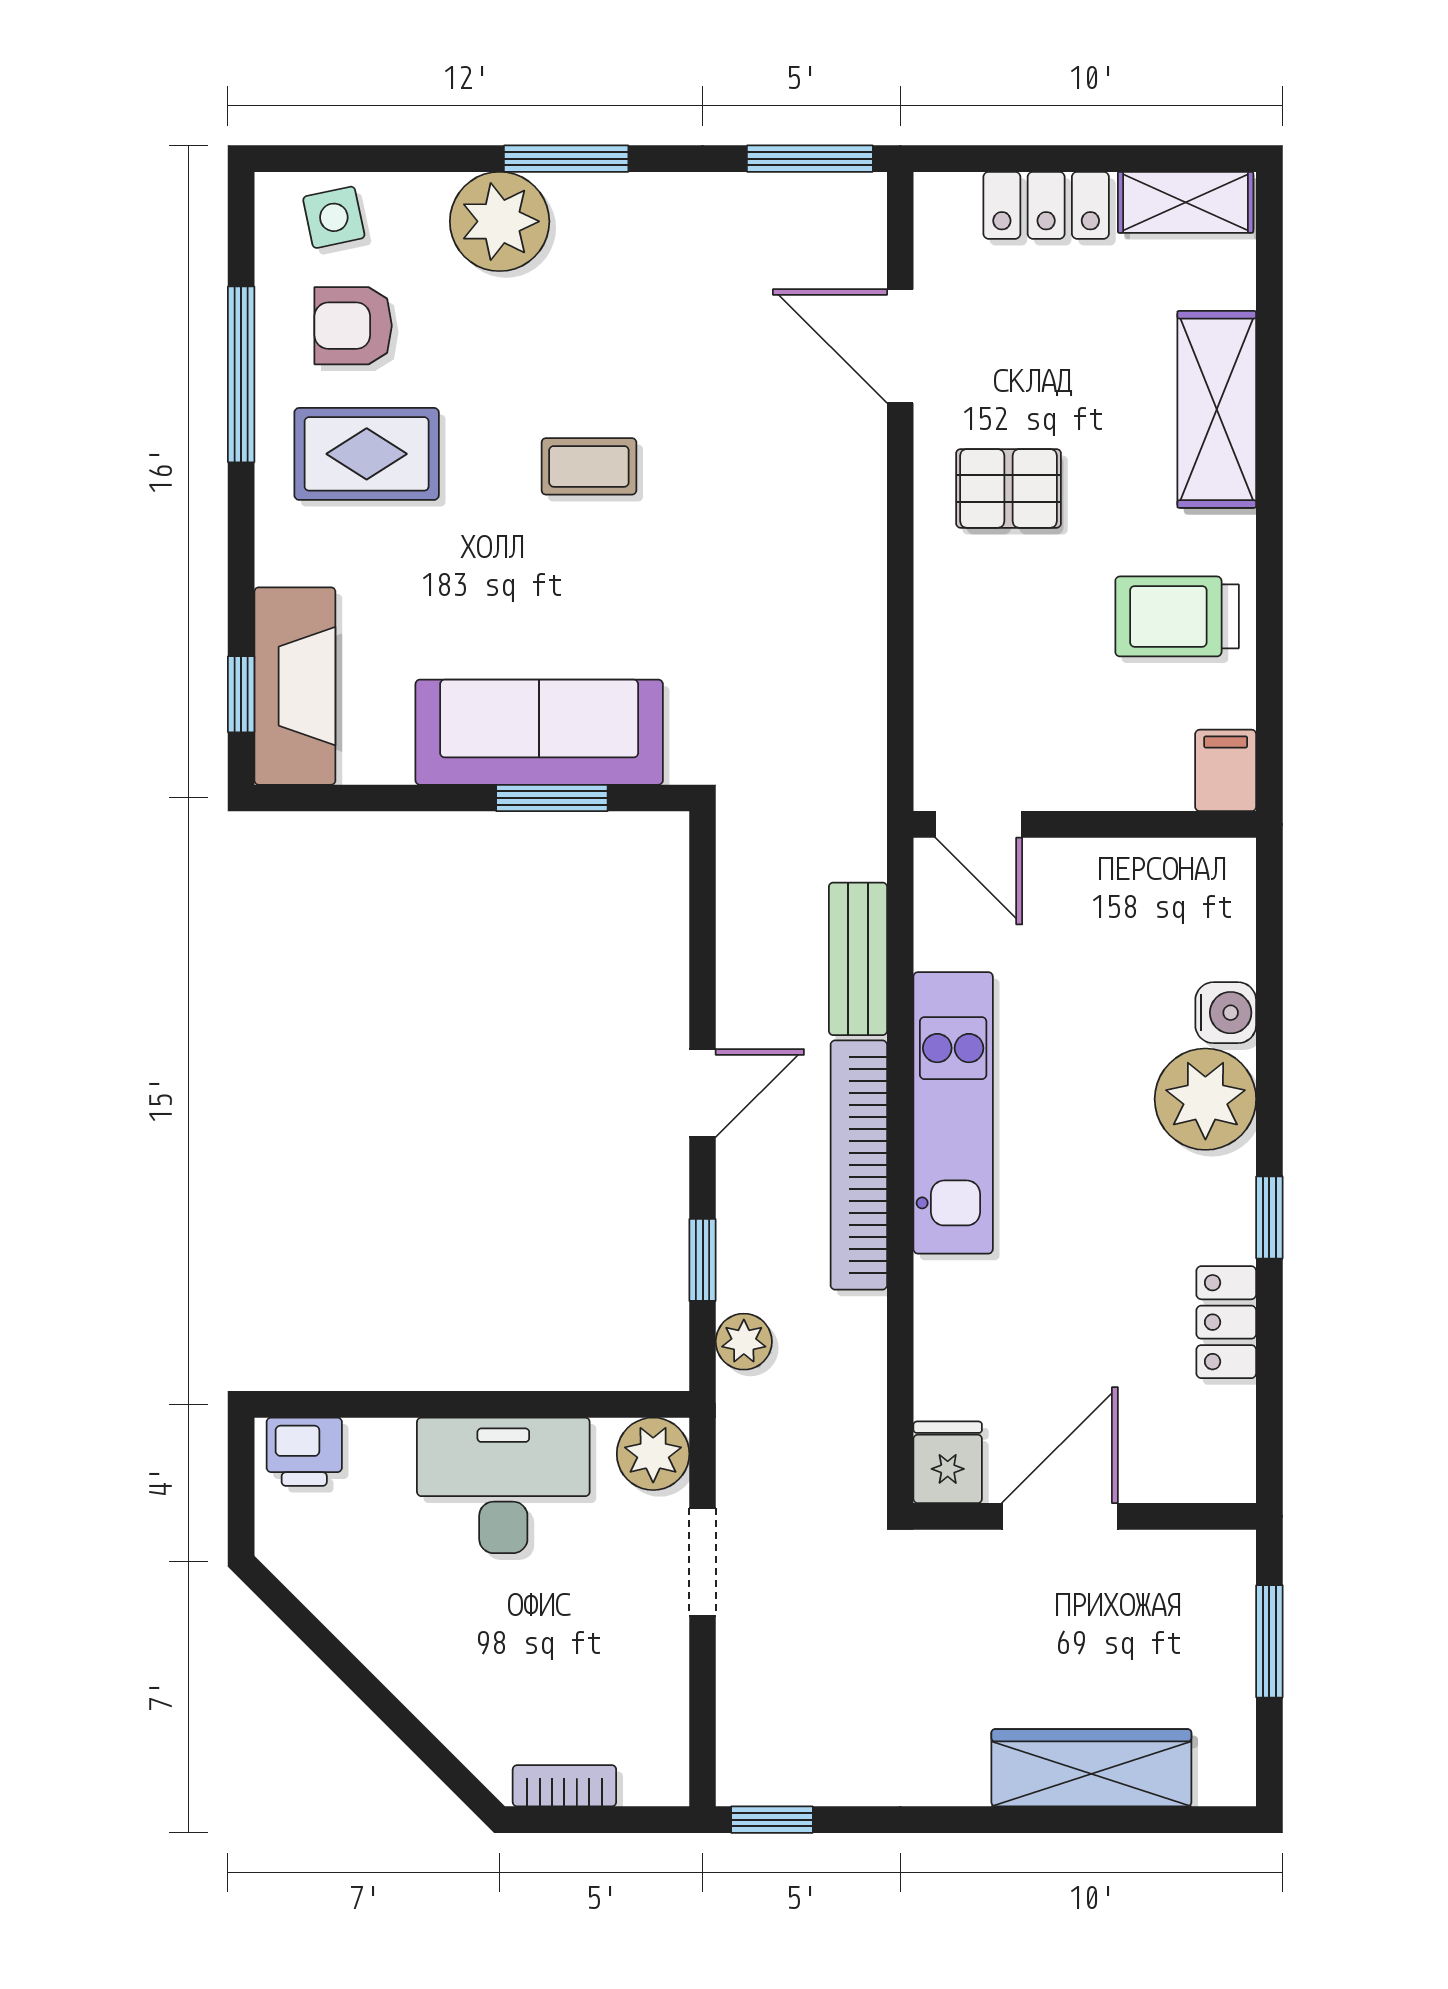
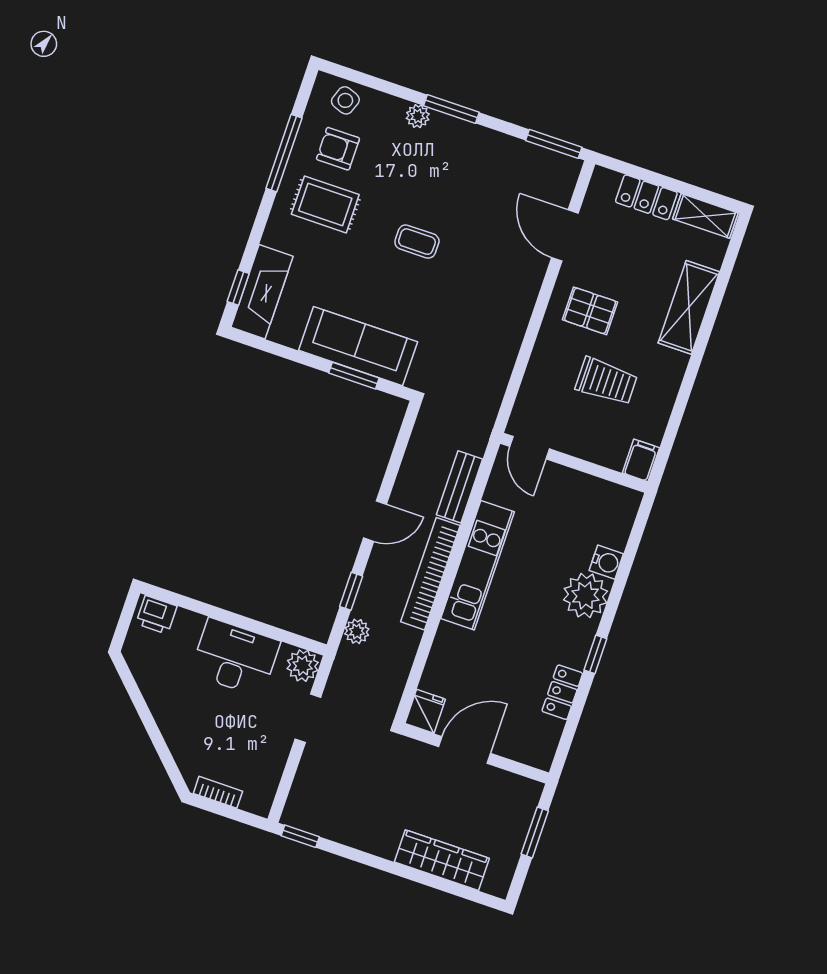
side table: (334, 217) -> (345, 100), turned 32
plant: (500, 221) -> (418, 116), width x0.53, depth x0.53
trolley: (1177, 616) -> (606, 381), moved, turned 180

